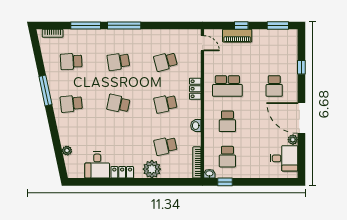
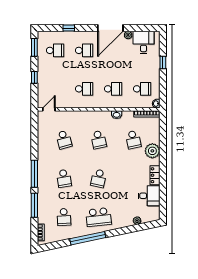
piano: (237, 36) -> (43, 81), removed
school desk: (274, 51) -> (55, 50), added
school desk: (227, 86) -> (84, 89), width x0.54
locker: (195, 89) -> (86, 115), removed
window: (45, 91) -> (88, 238), width x1.46
school desk: (71, 104) -> (99, 217), width x1.85
window: (225, 182) -> (163, 62), moved

